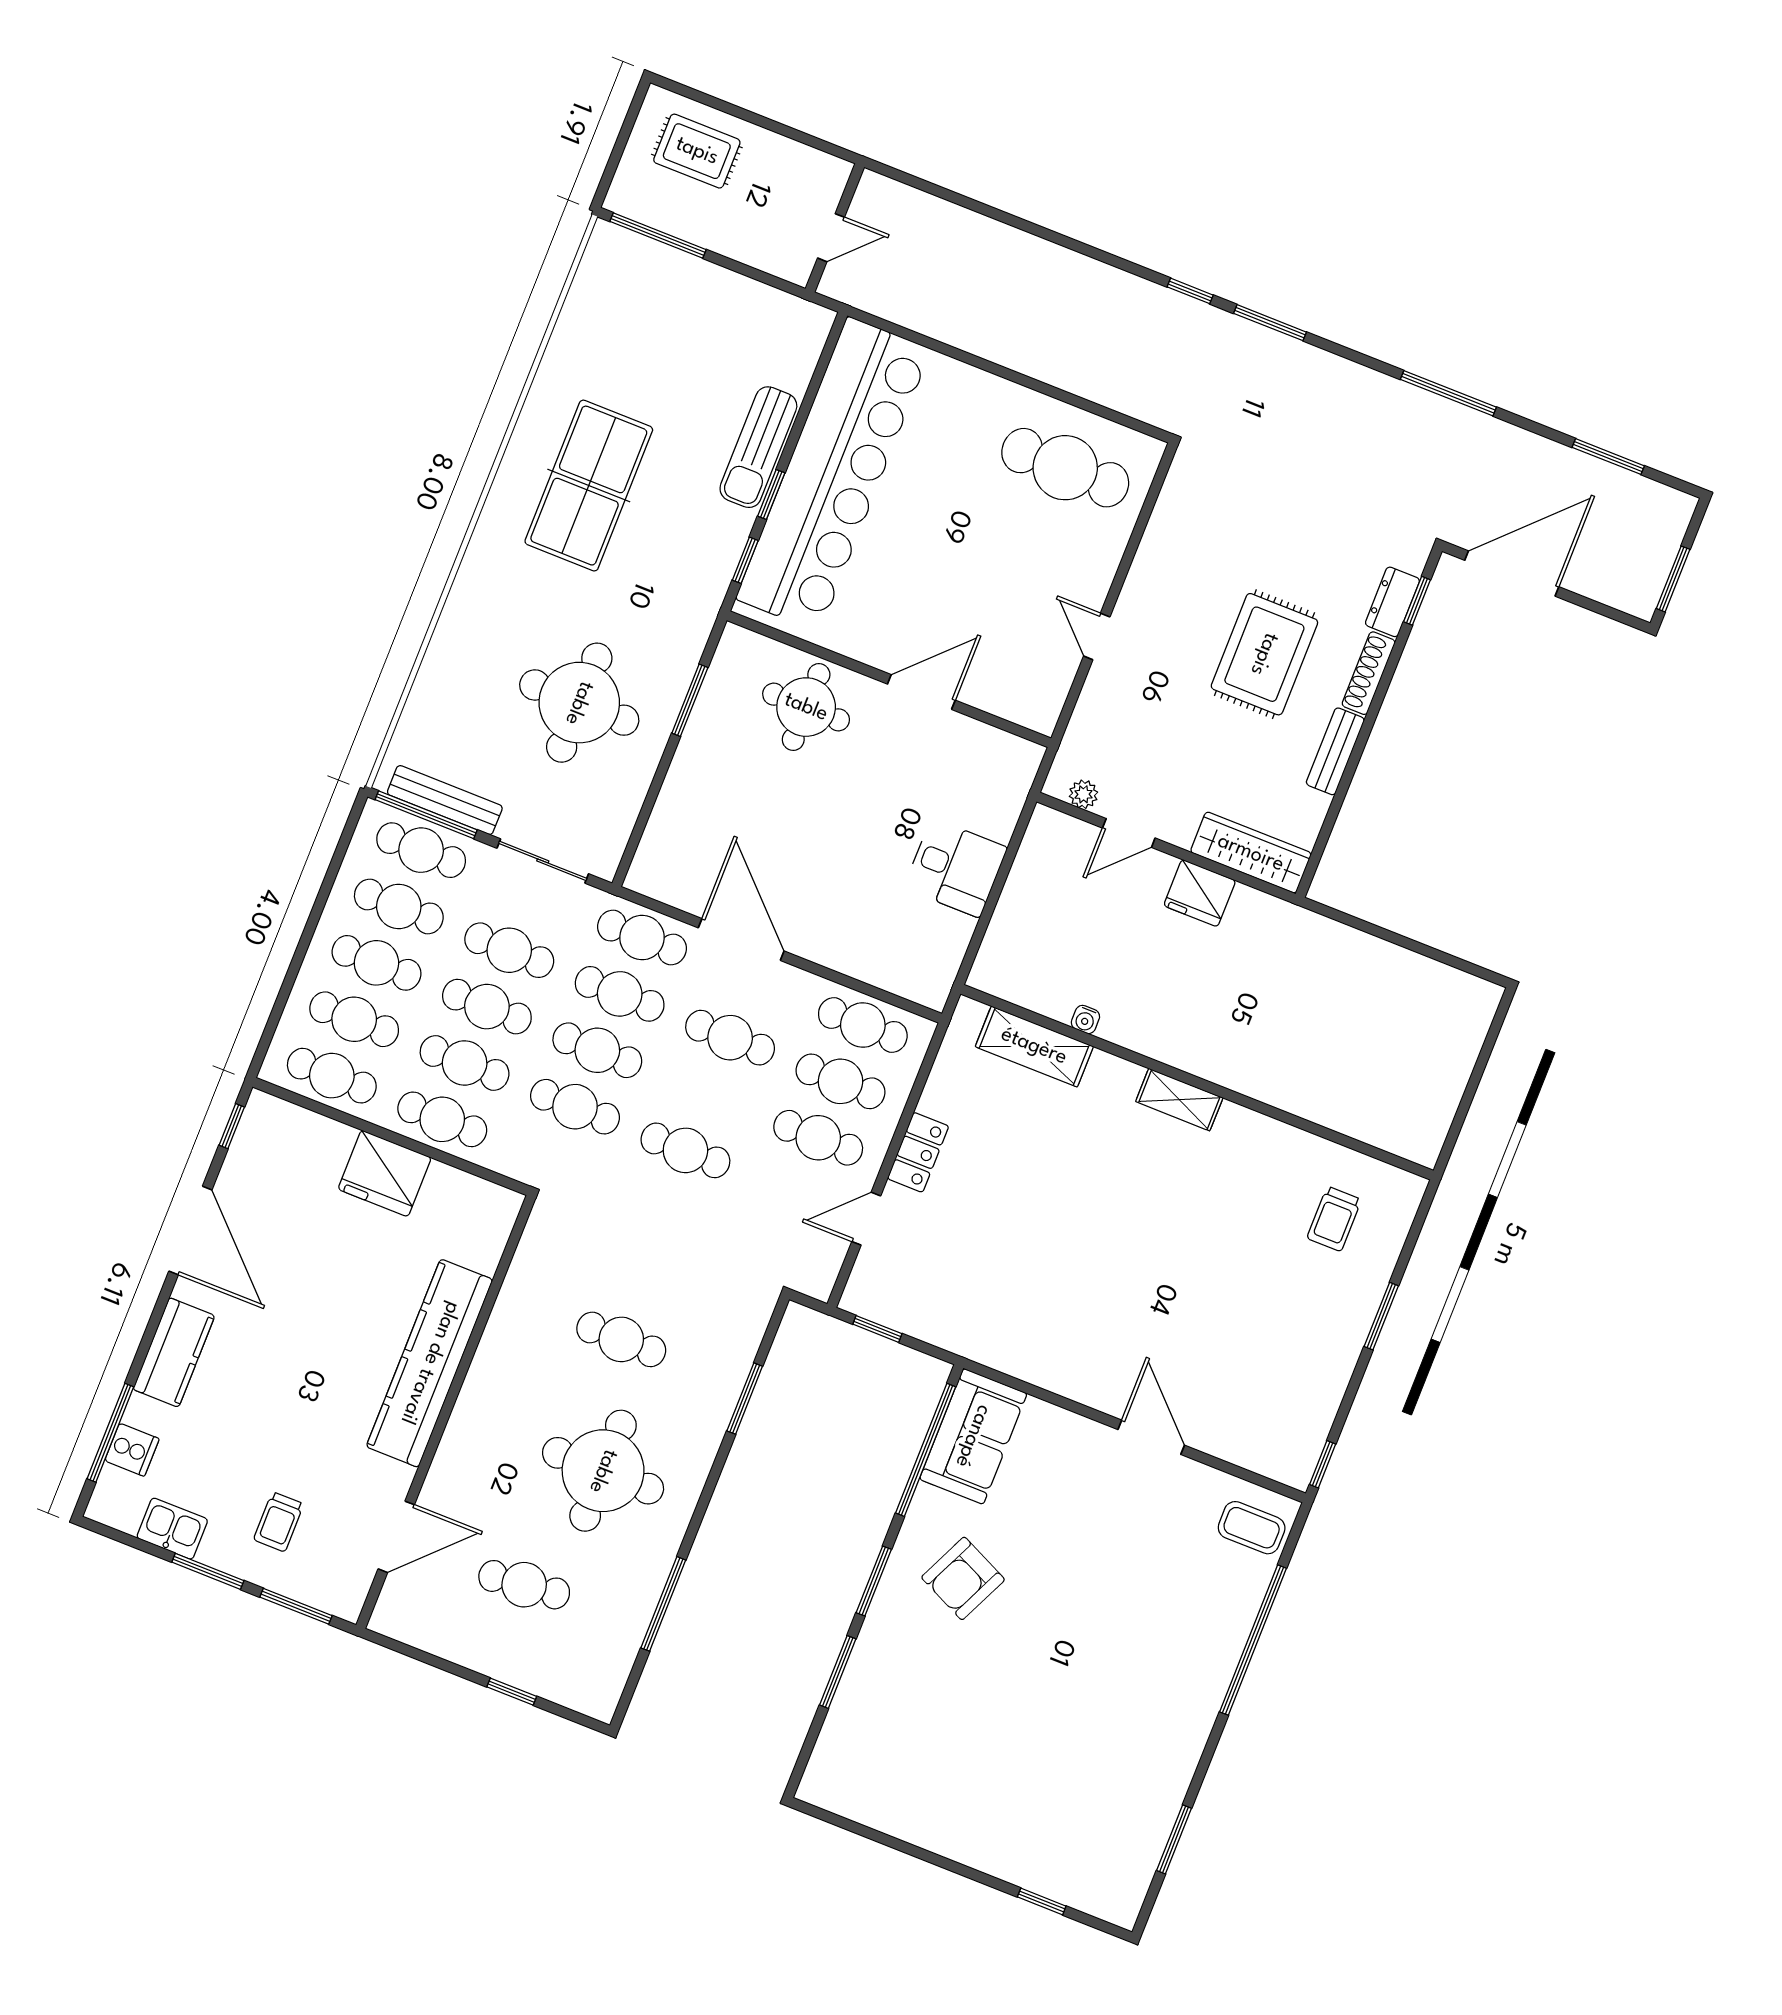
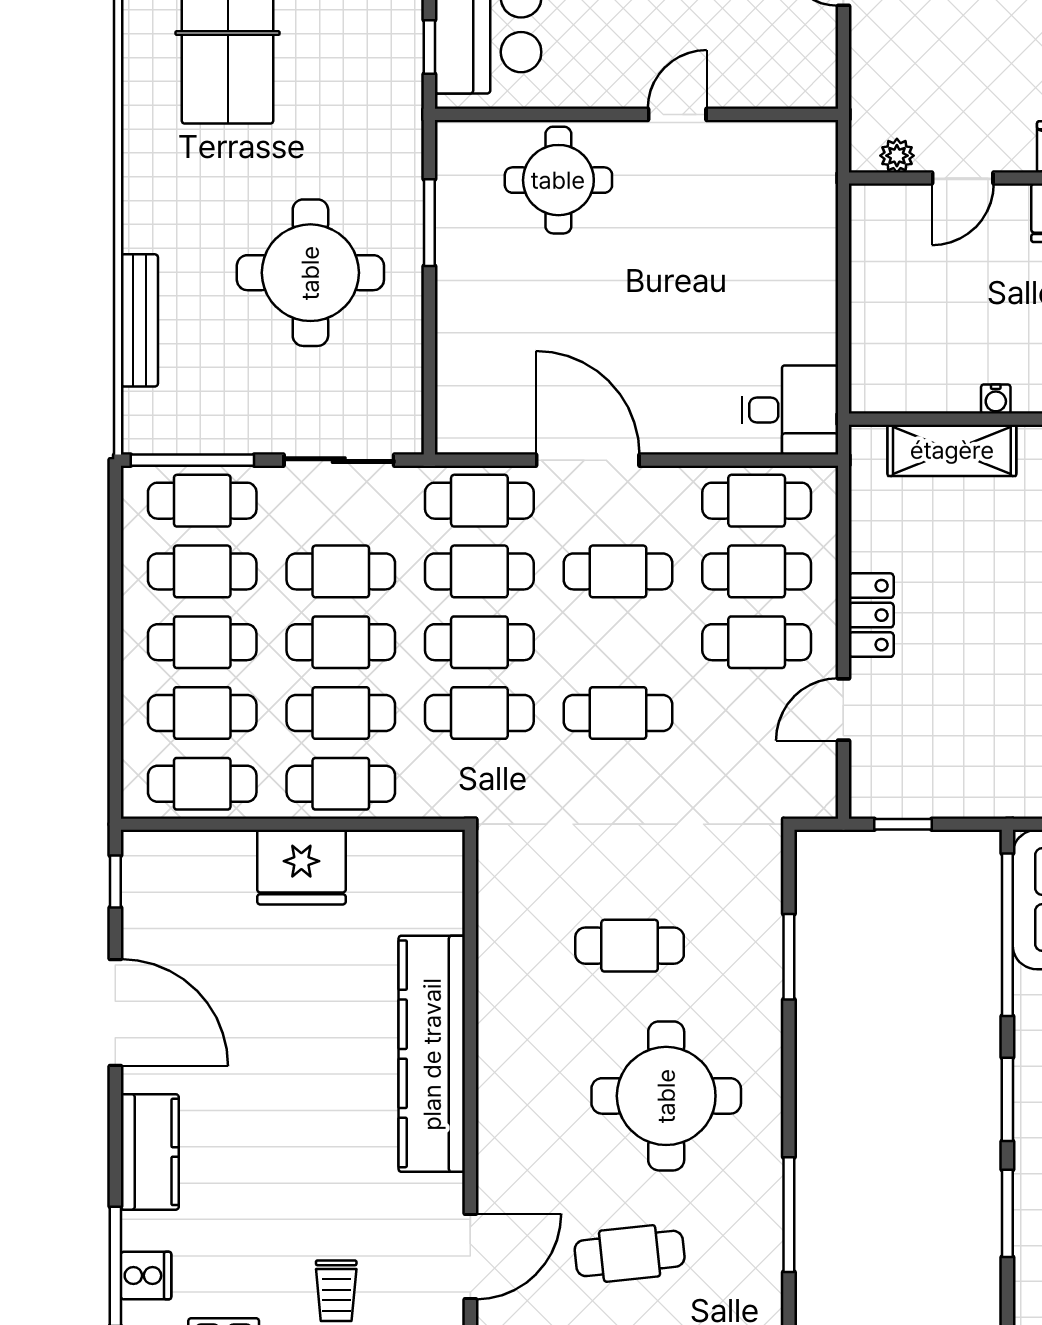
door: (921, 692) -> (677, 114), width x0.73
bench: (445, 800) -> (139, 320), moved, turned 90
desk: (956, 868) -> (790, 410), moved

